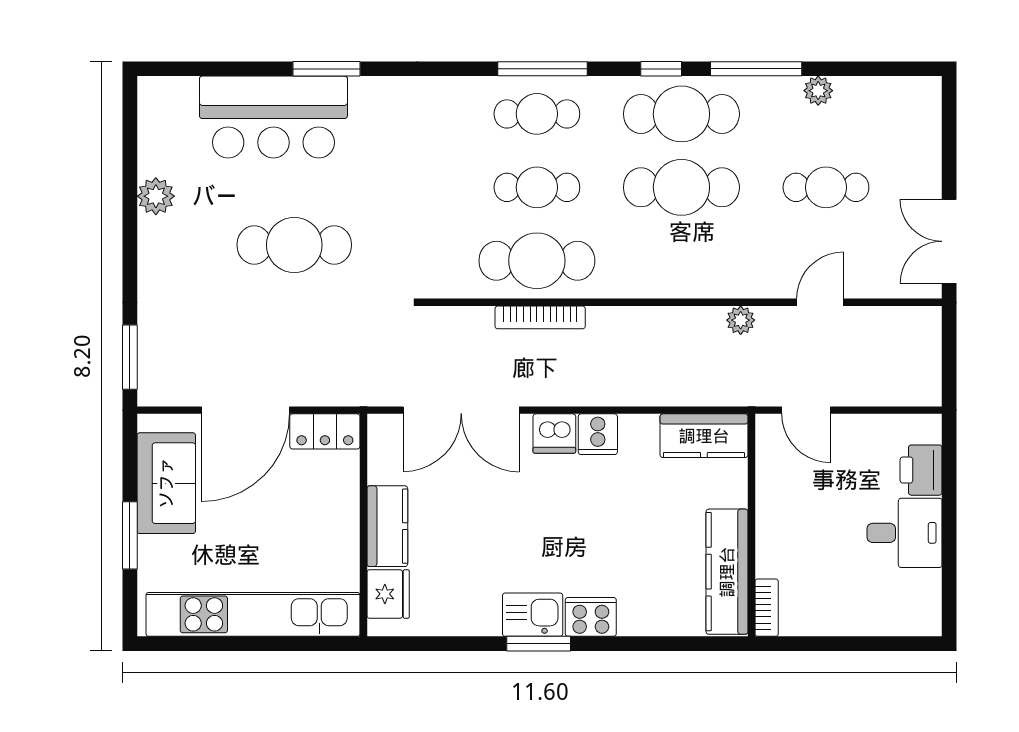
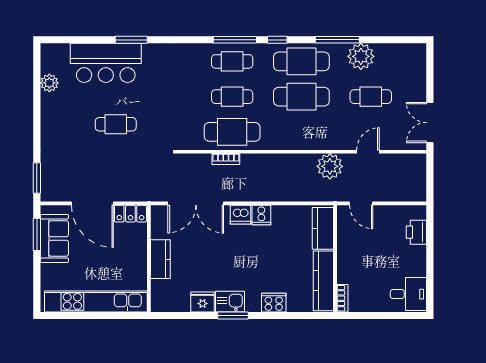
window: (661, 69) -> (277, 40), moved
plant: (818, 91) -> (361, 56), width x1.88, depth x1.88
plant: (156, 196) -> (49, 83), moved
cafe table: (294, 245) -> (116, 124), width x0.73, depth x0.74
bookcase: (540, 317) -> (226, 159), width x0.64
plant: (741, 320) -> (330, 166), width x1.88, depth x1.88
door: (246, 410) -> (92, 203), hinge flipped
kitchen counter: (704, 436) -> (323, 228), moved, turned 90
desk: (904, 533) -> (408, 294), moved
window: (130, 535) -> (37, 234), moved
fridge: (388, 594) -> (203, 302), moved, turned -90
cooker: (591, 617) -> (274, 303), moved

